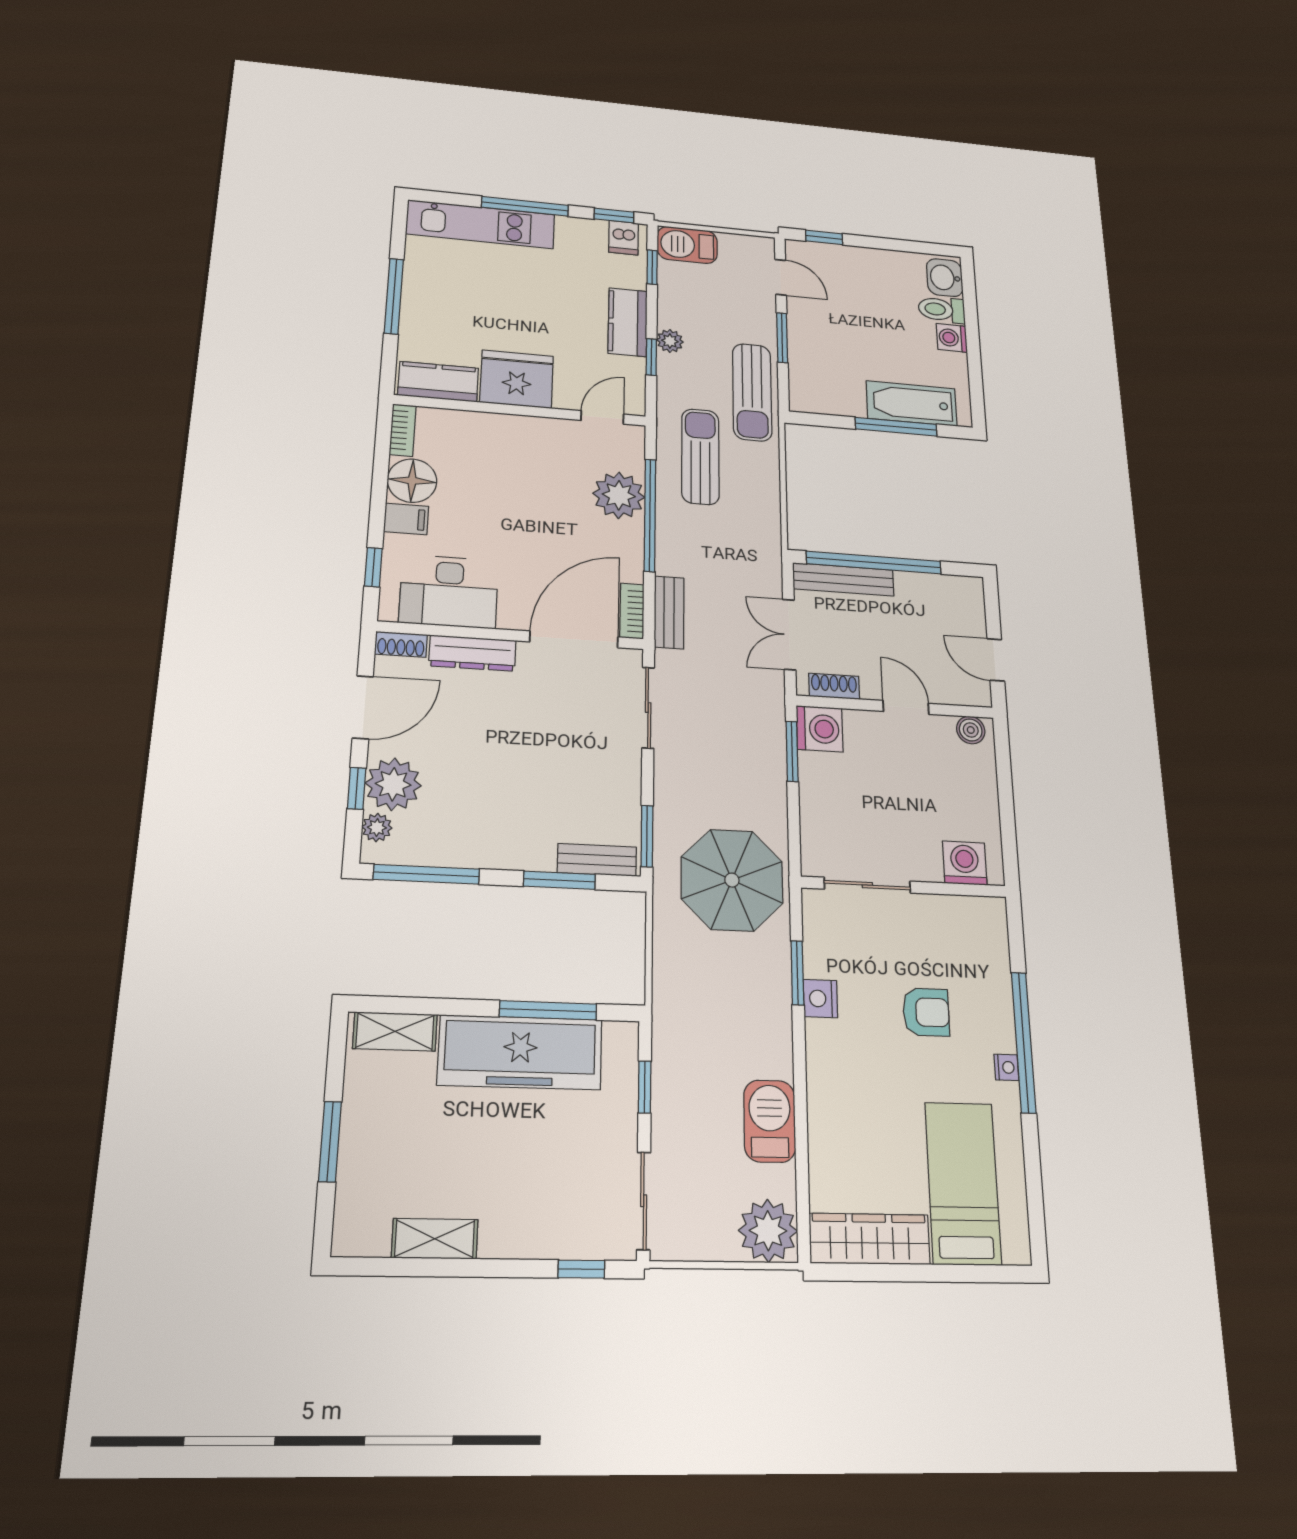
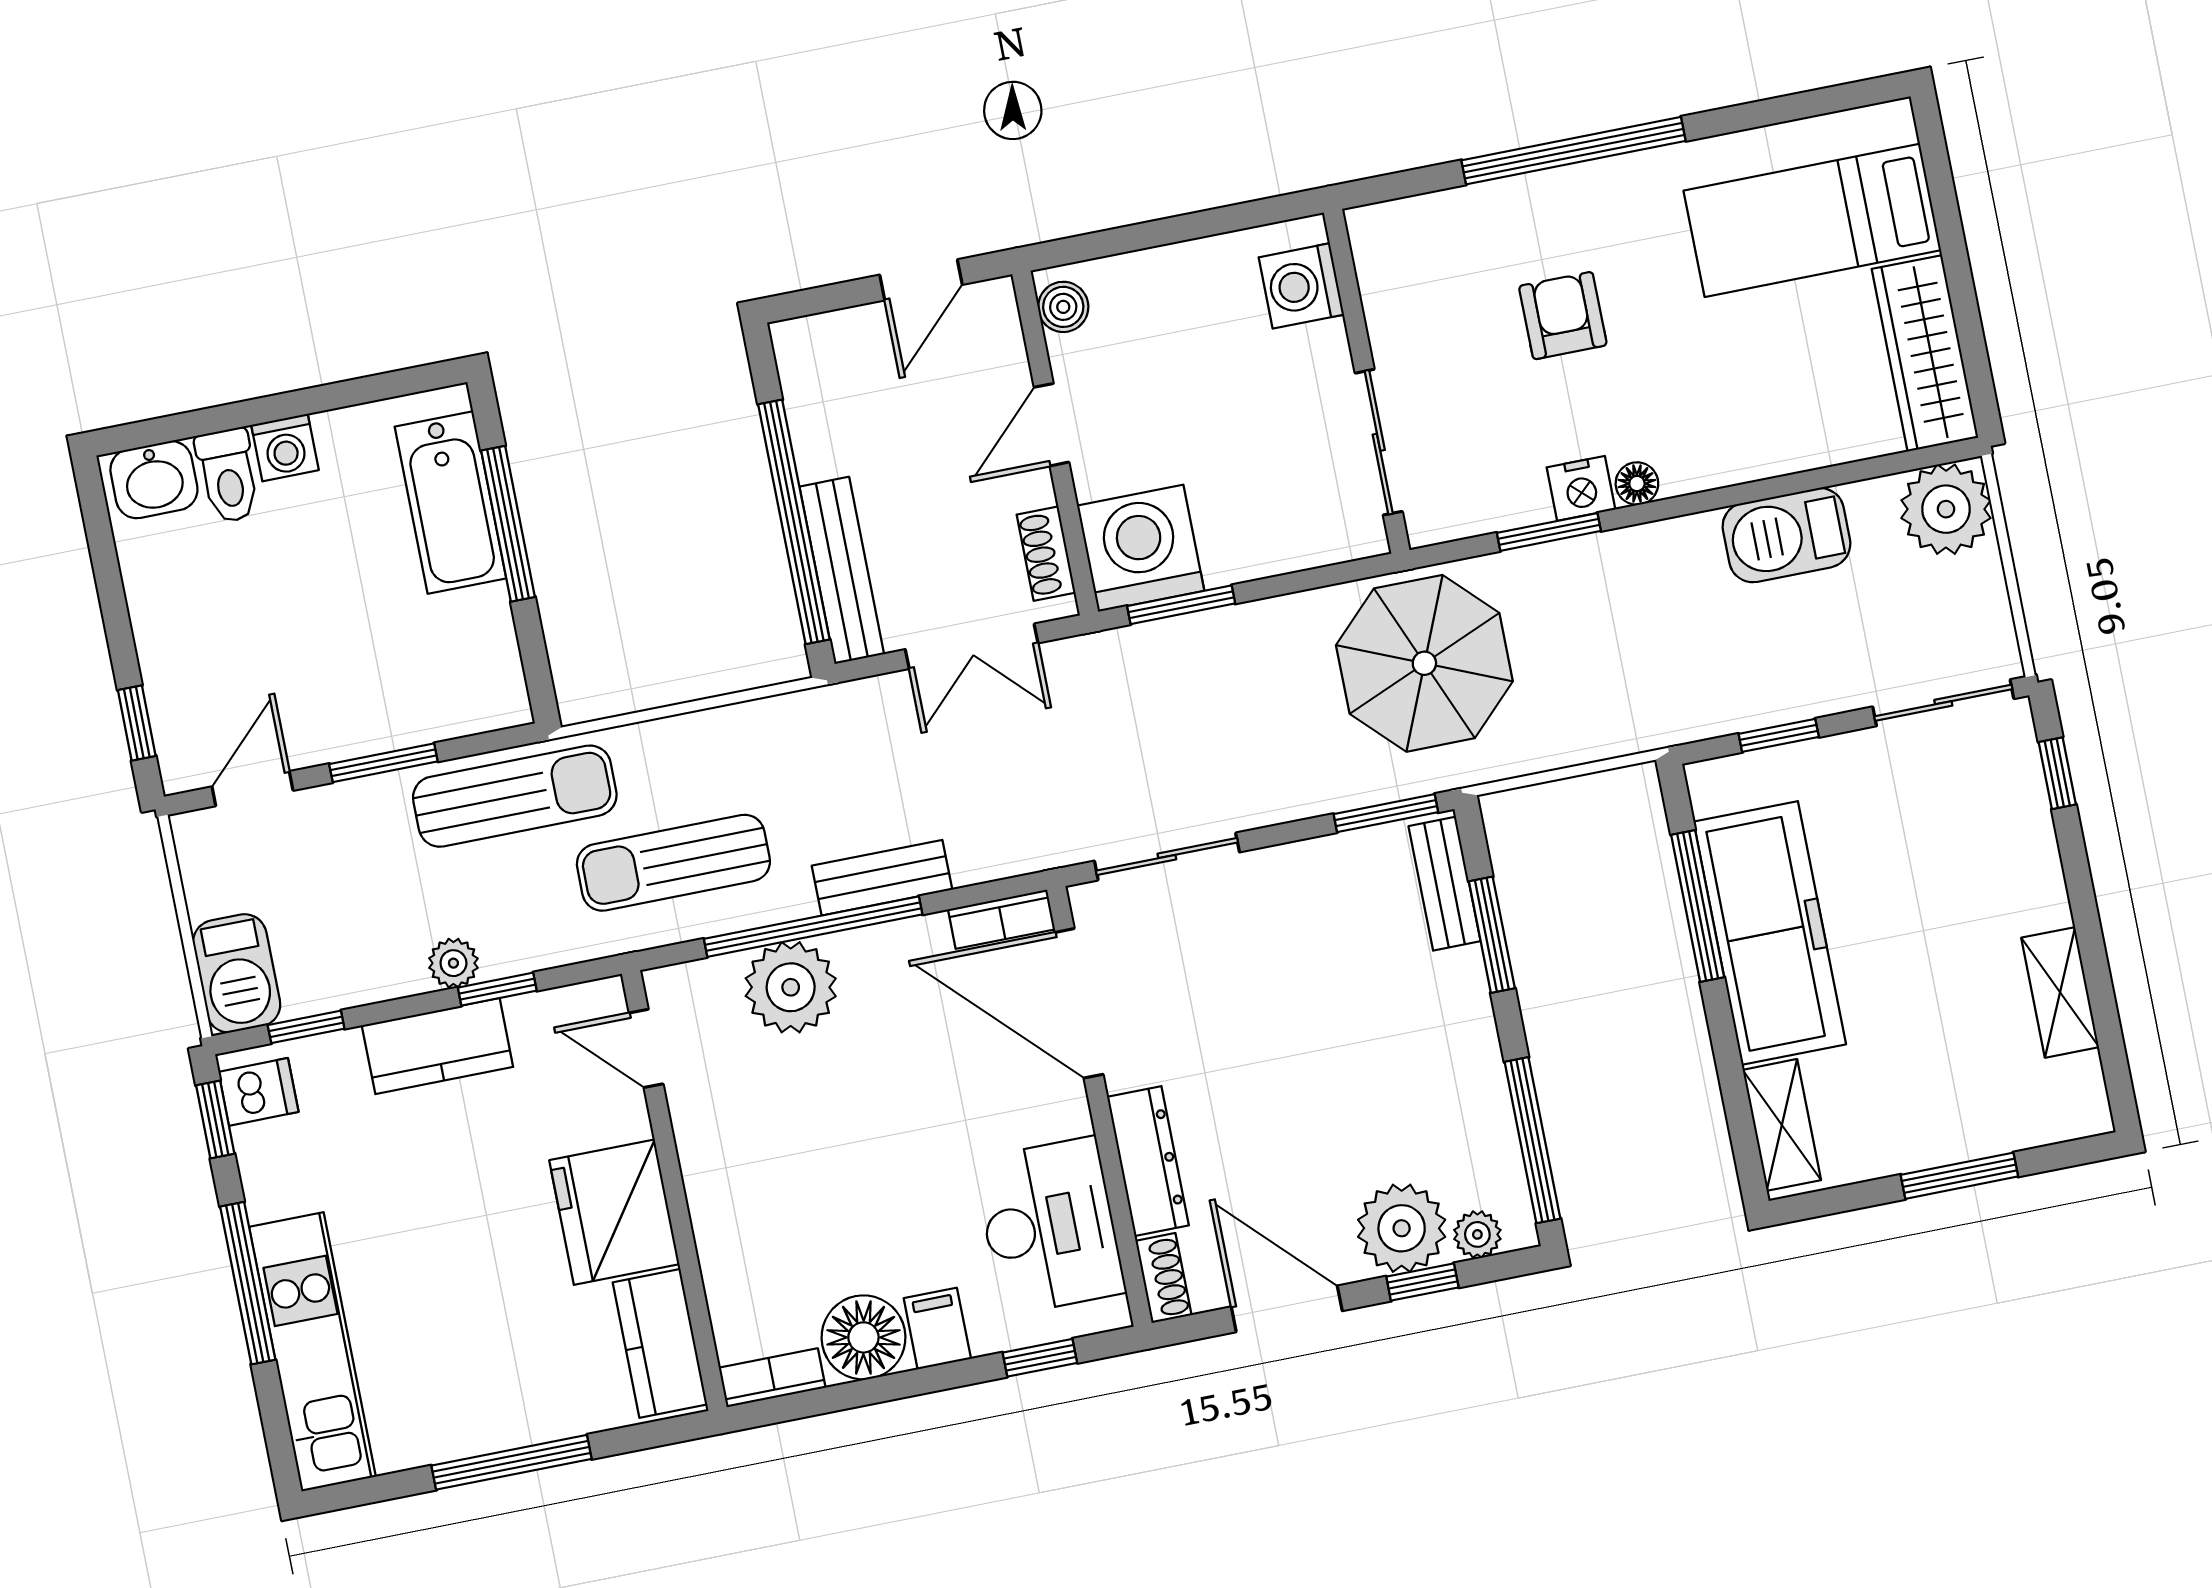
bench: (669, 612) -> (882, 878), moved
washing machine: (820, 729) -> (1141, 548), width x1.37, depth x1.37
floor lamp: (818, 1034) -> (1637, 484), added
nightstand: (1006, 1067) -> (1620, 173), removed

